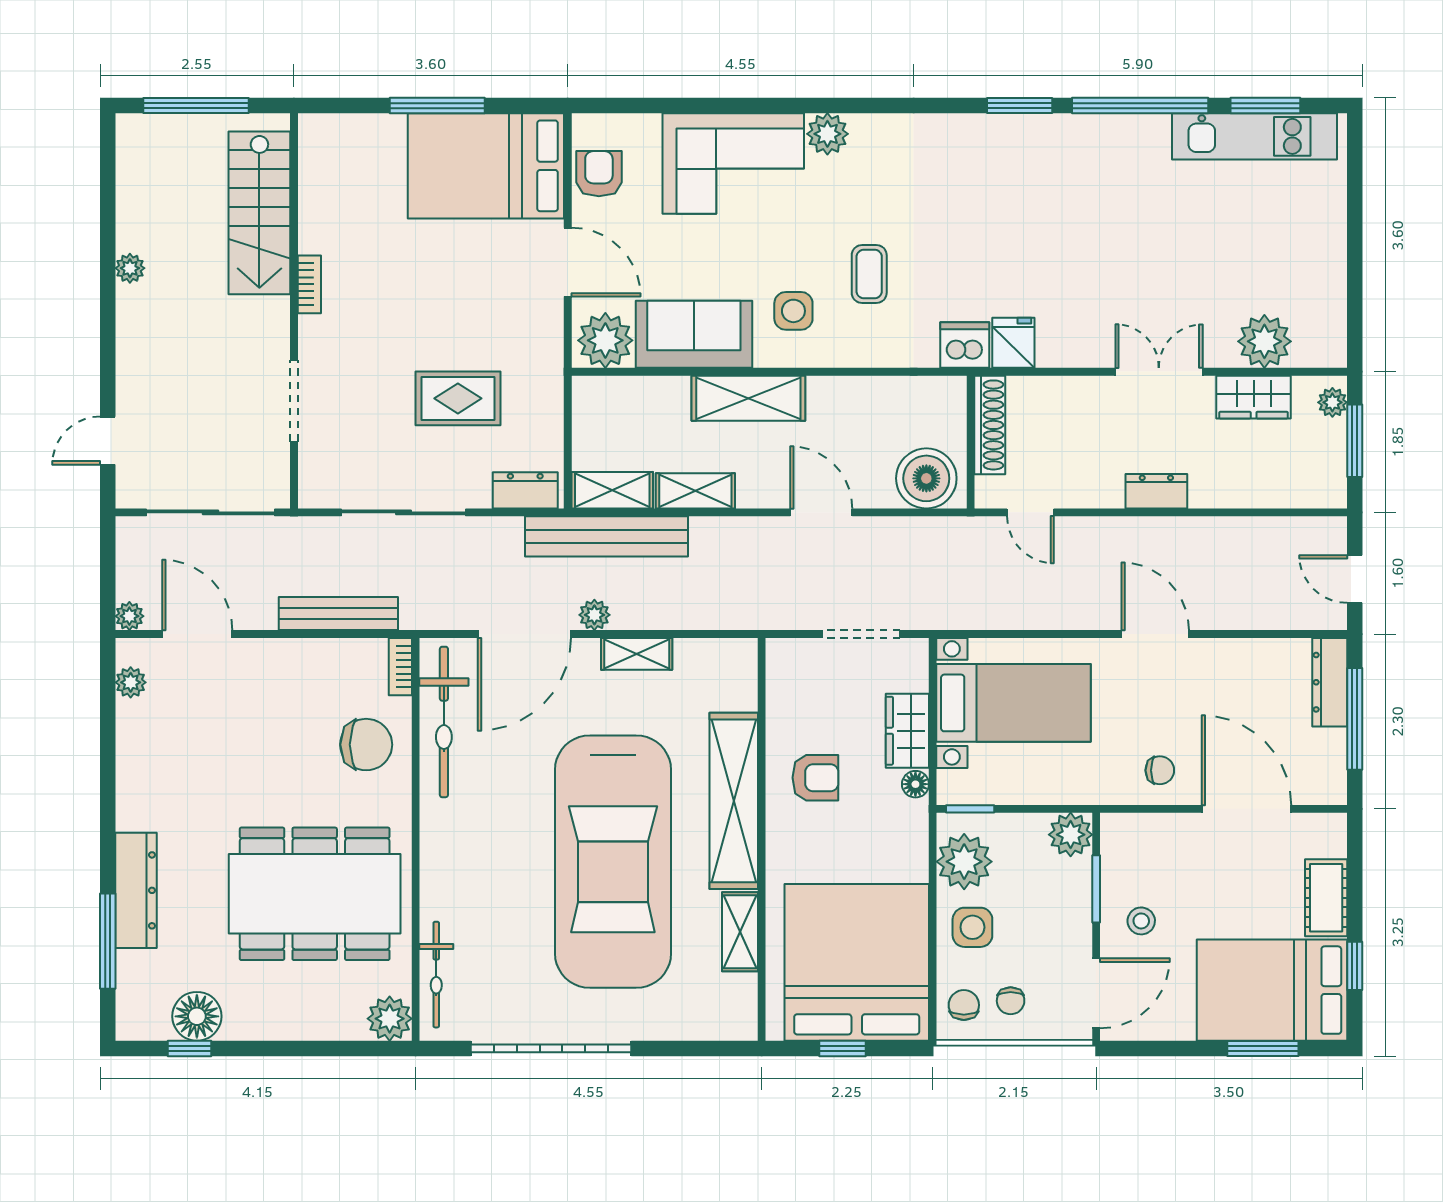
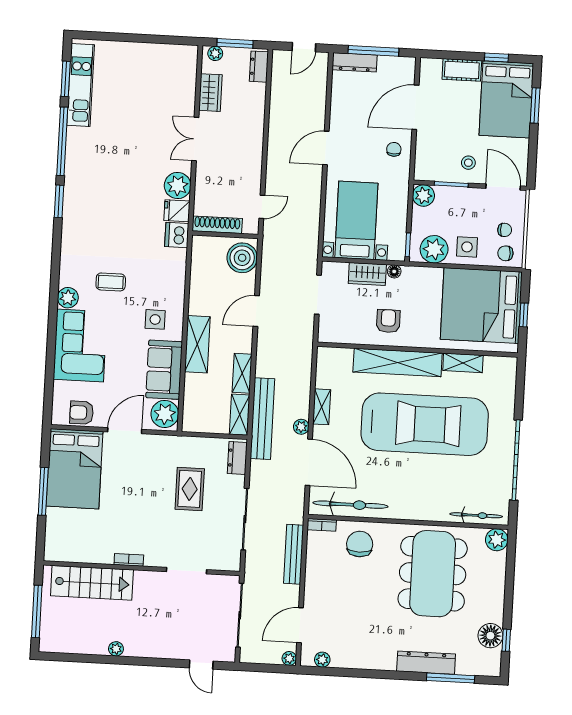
coffee table: (869, 274) -> (111, 282), moved
plant: (1264, 341) -> (178, 186), moved
dresser: (1156, 491) -> (259, 67), moved

